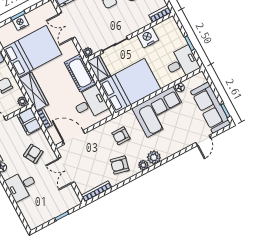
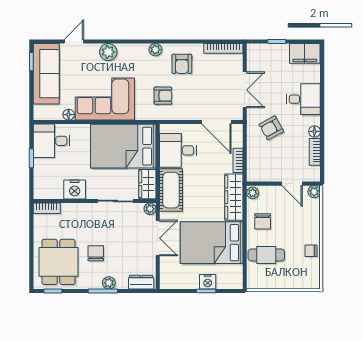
double door: (67, 26) -> (158, 238), moved
filing cabinet: (29, 121) -> (305, 53), moved, turned 90
plant: (154, 157) -> (108, 52), moved
armchair: (120, 165) -> (182, 64), turned 77

